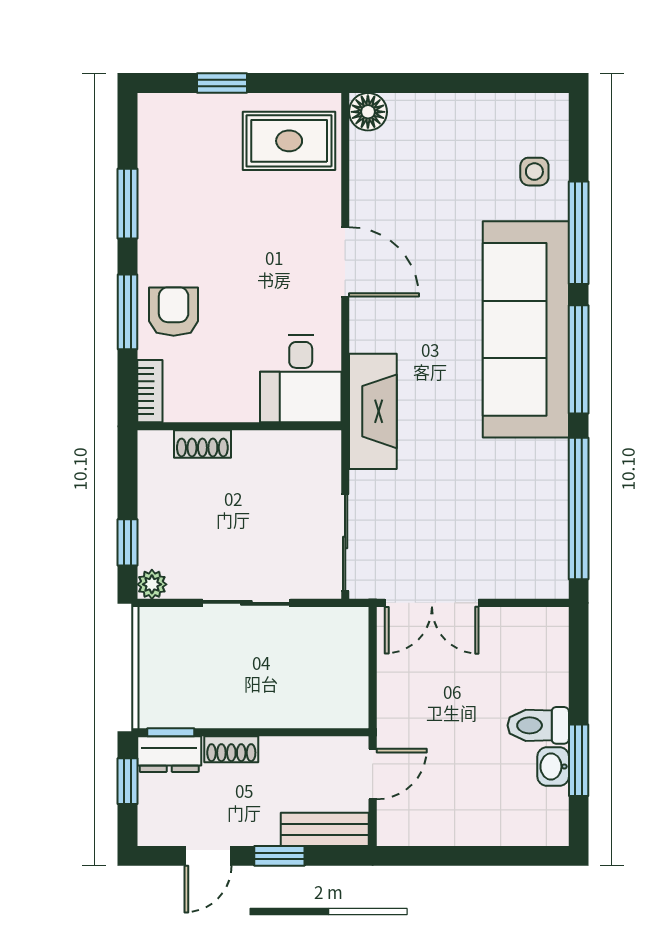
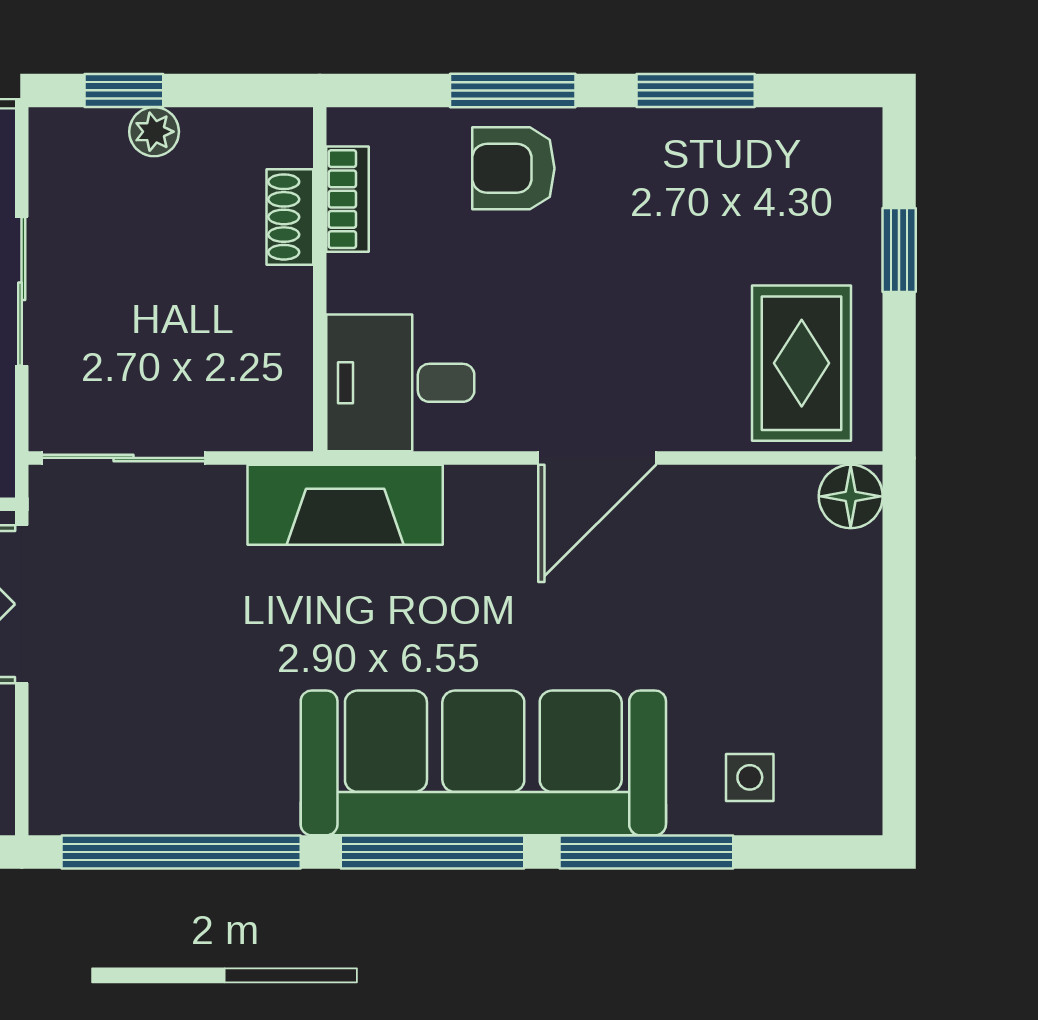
armchair: (174, 312) -> (513, 168), turned 180
bookcase: (150, 391) -> (347, 199), moved, turned -90
plant: (152, 584) -> (154, 132), moved

